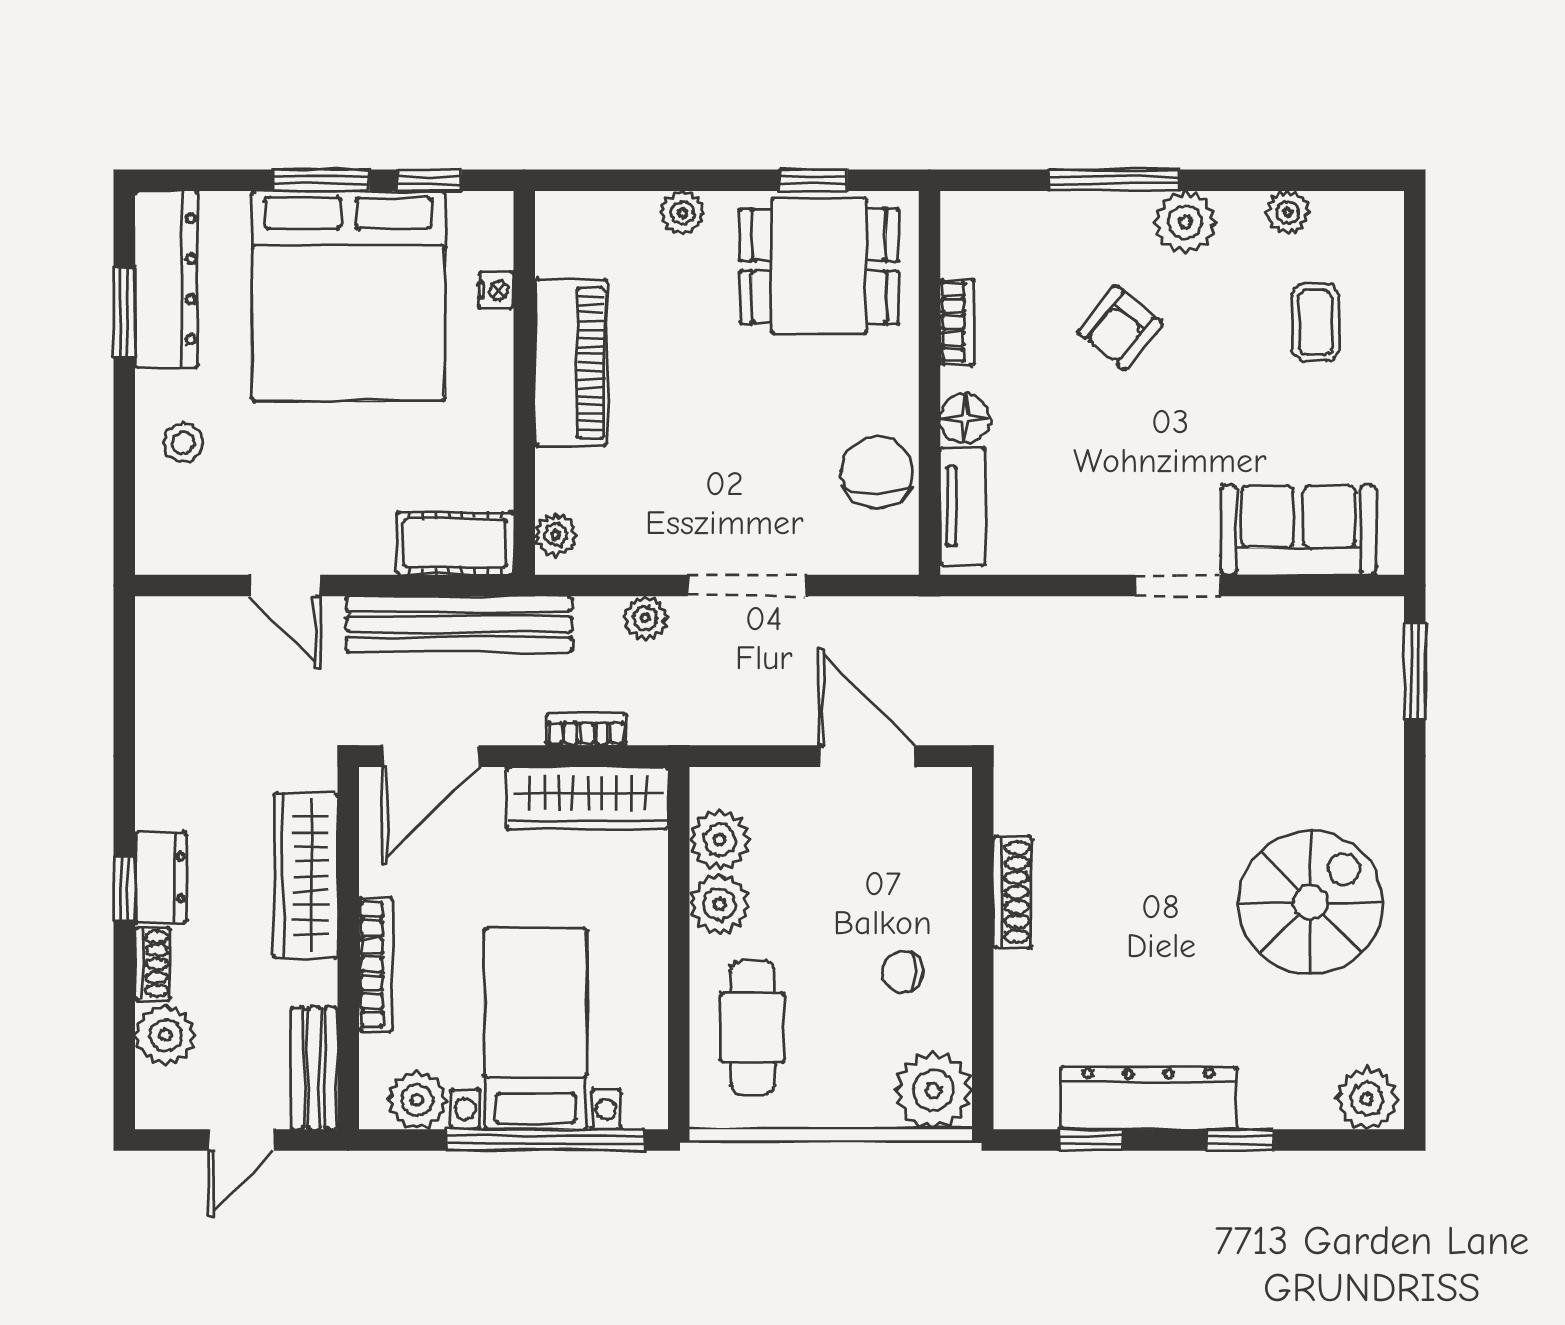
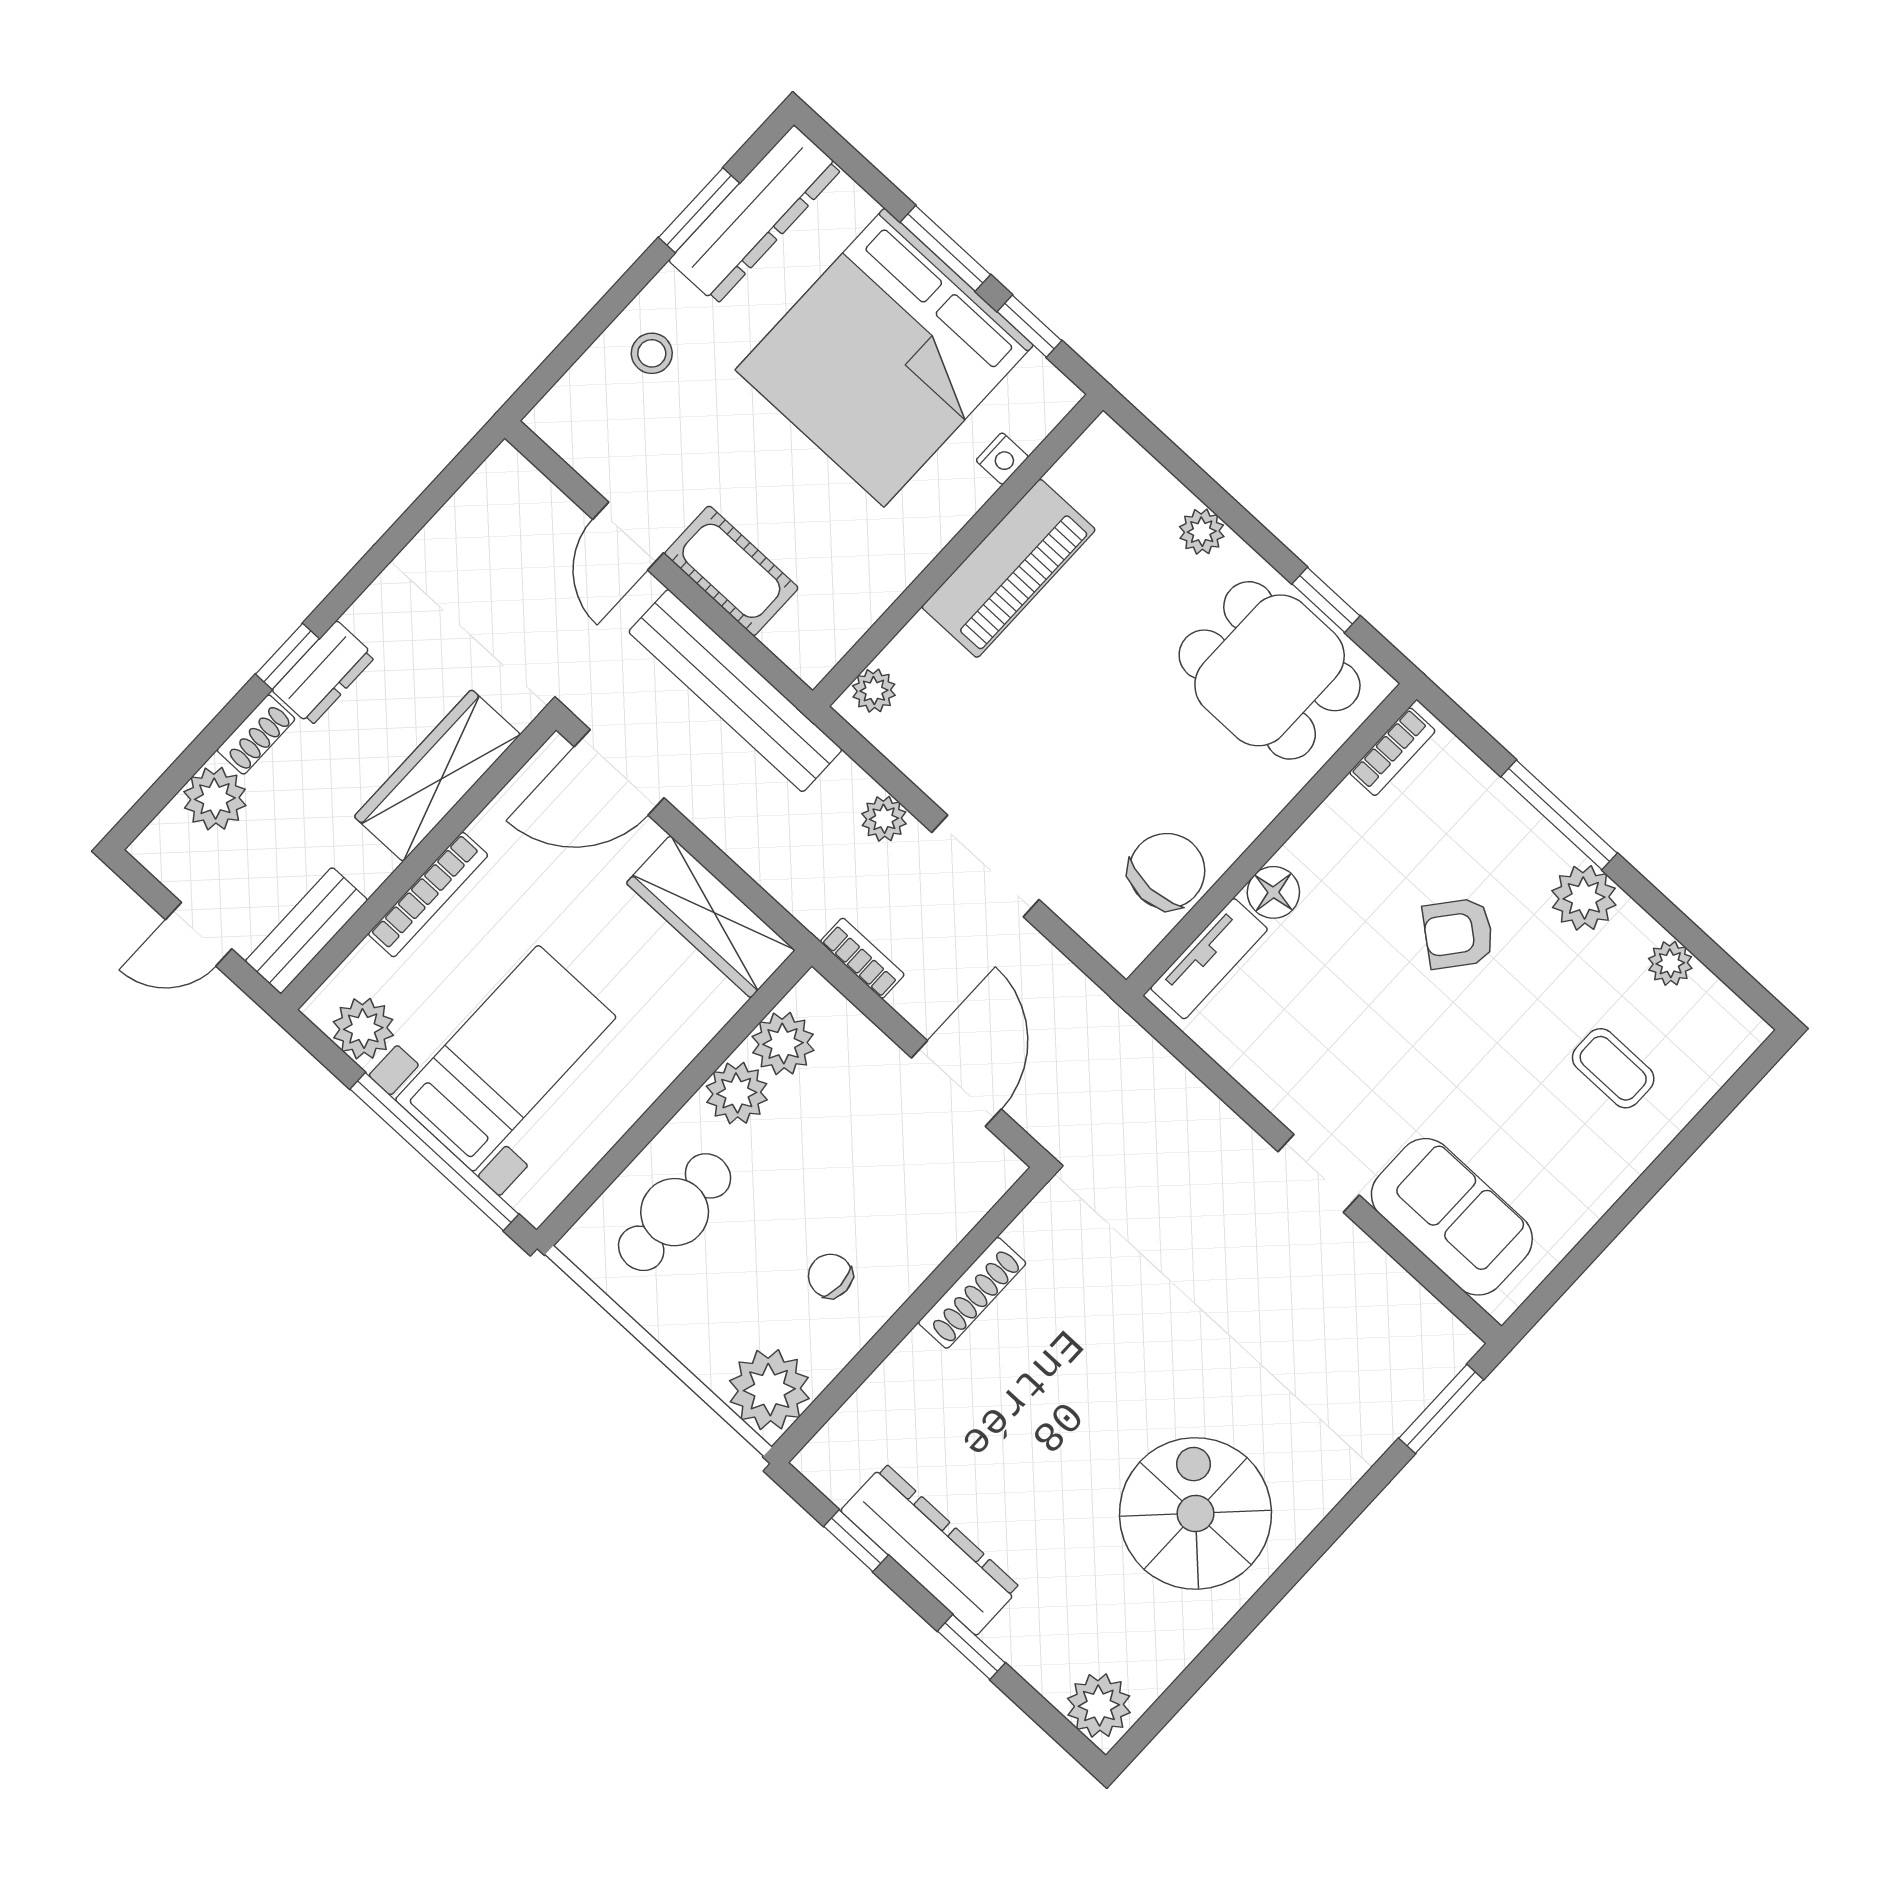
bookcase: (957, 322) -> (1392, 752), moved
coffee table: (1315, 322) -> (1613, 1068), turned 90
cot: (455, 543) -> (731, 571), moved
bookcase: (586, 729) -> (862, 958), moved
spiral stairs: (1311, 902) -> (1195, 1513), turned -90

